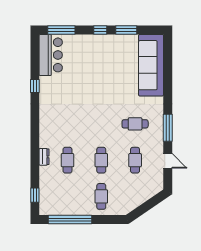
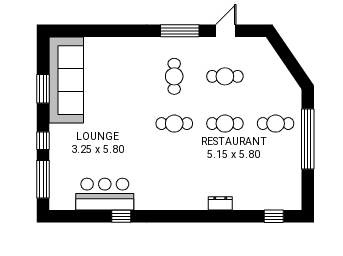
window: (100, 30) -> (43, 141), moved
bar counter: (51, 55) -> (105, 194), moved
sofa: (151, 65) -> (66, 80), moved, turned -90
cafe table: (67, 160) -> (174, 124), moved
window: (70, 219) -> (308, 139), moved

